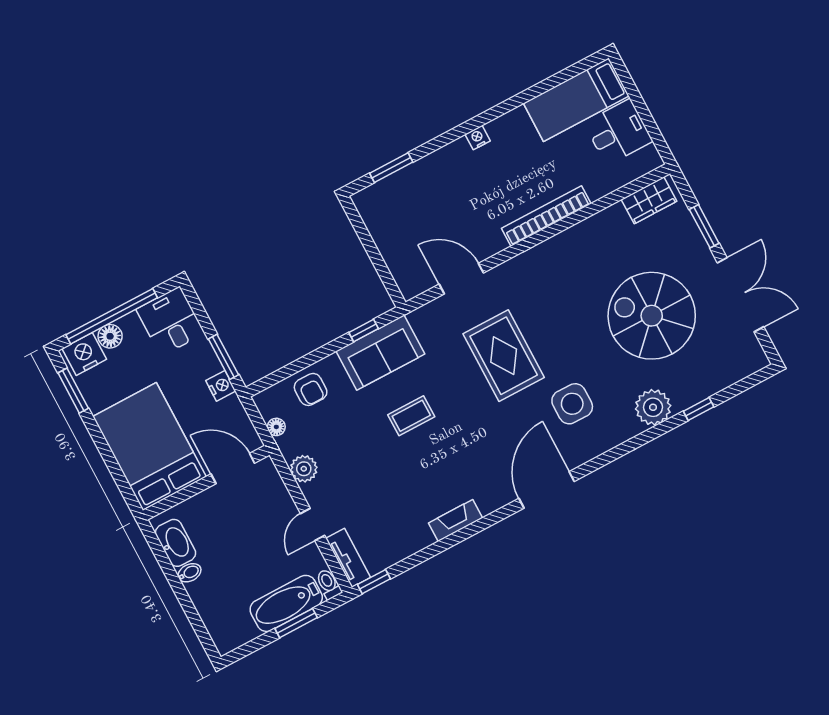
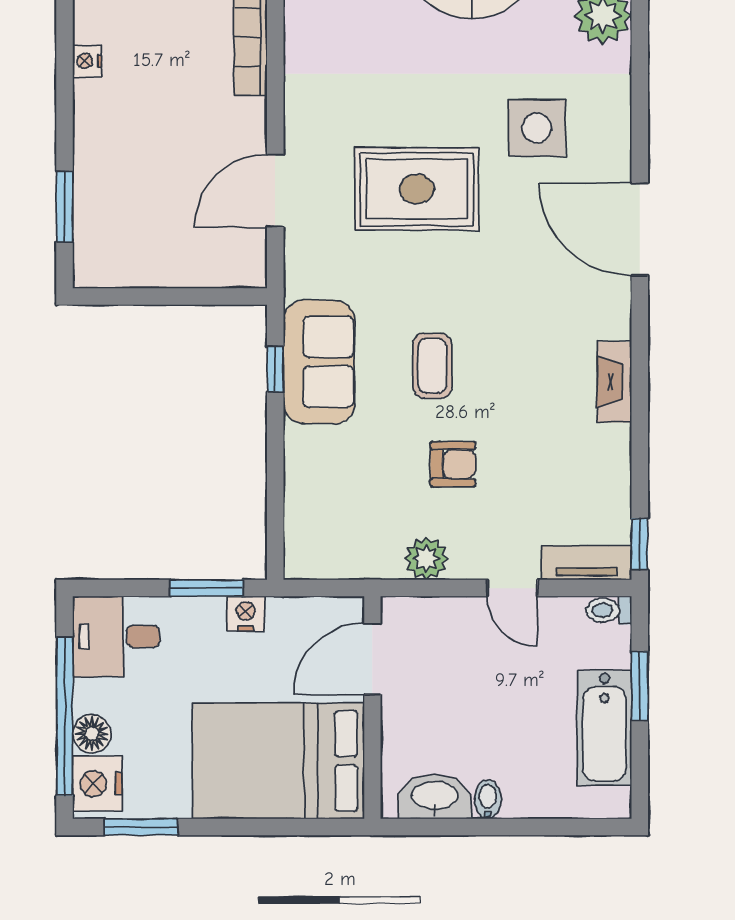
armchair: (311, 389) -> (453, 464), moved
floor lamp: (276, 427) -> (346, 566), removed
bathtub: (286, 603) -> (604, 728), moved

